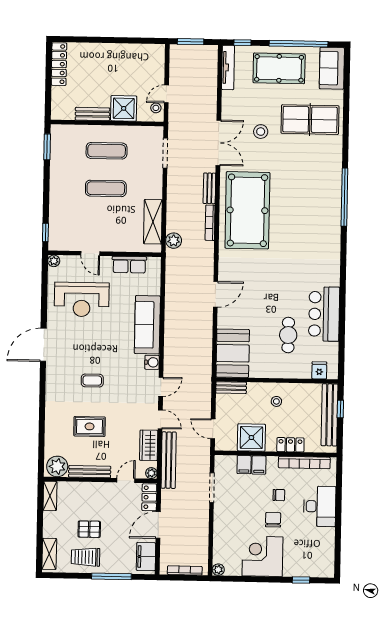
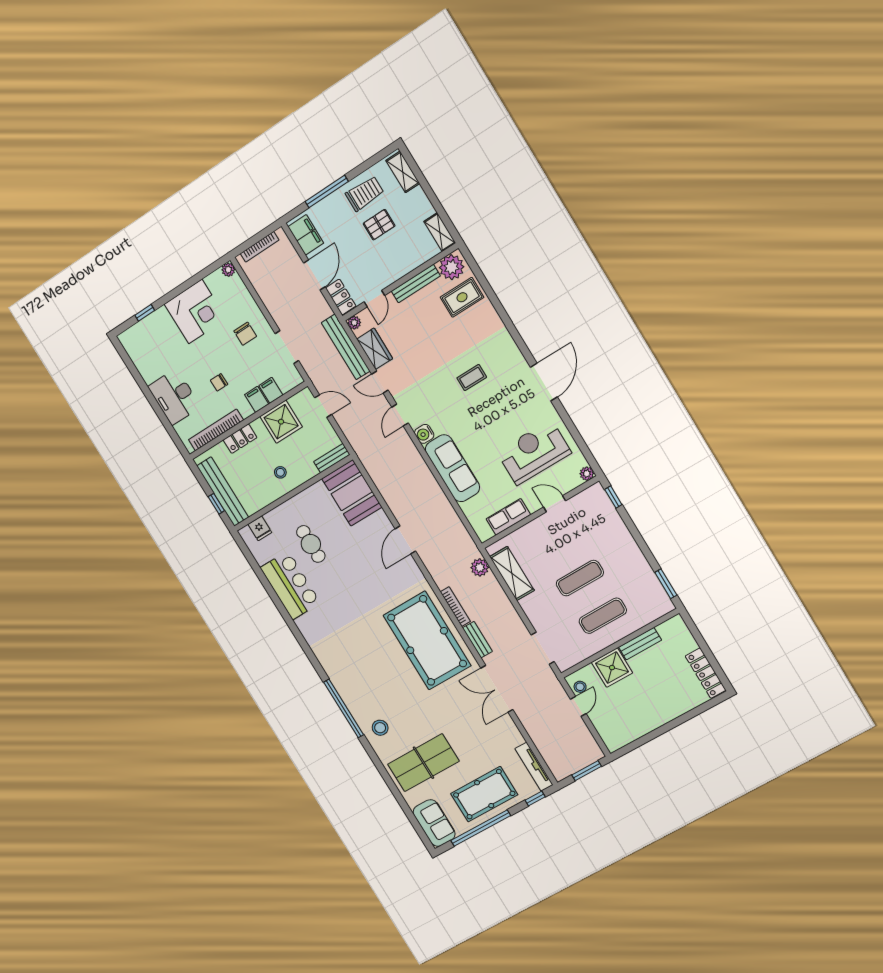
stool: (261, 132) -> (380, 728), moved
rug: (90, 426) -> (462, 297), moved
chair: (273, 520) -> (245, 334), moved

